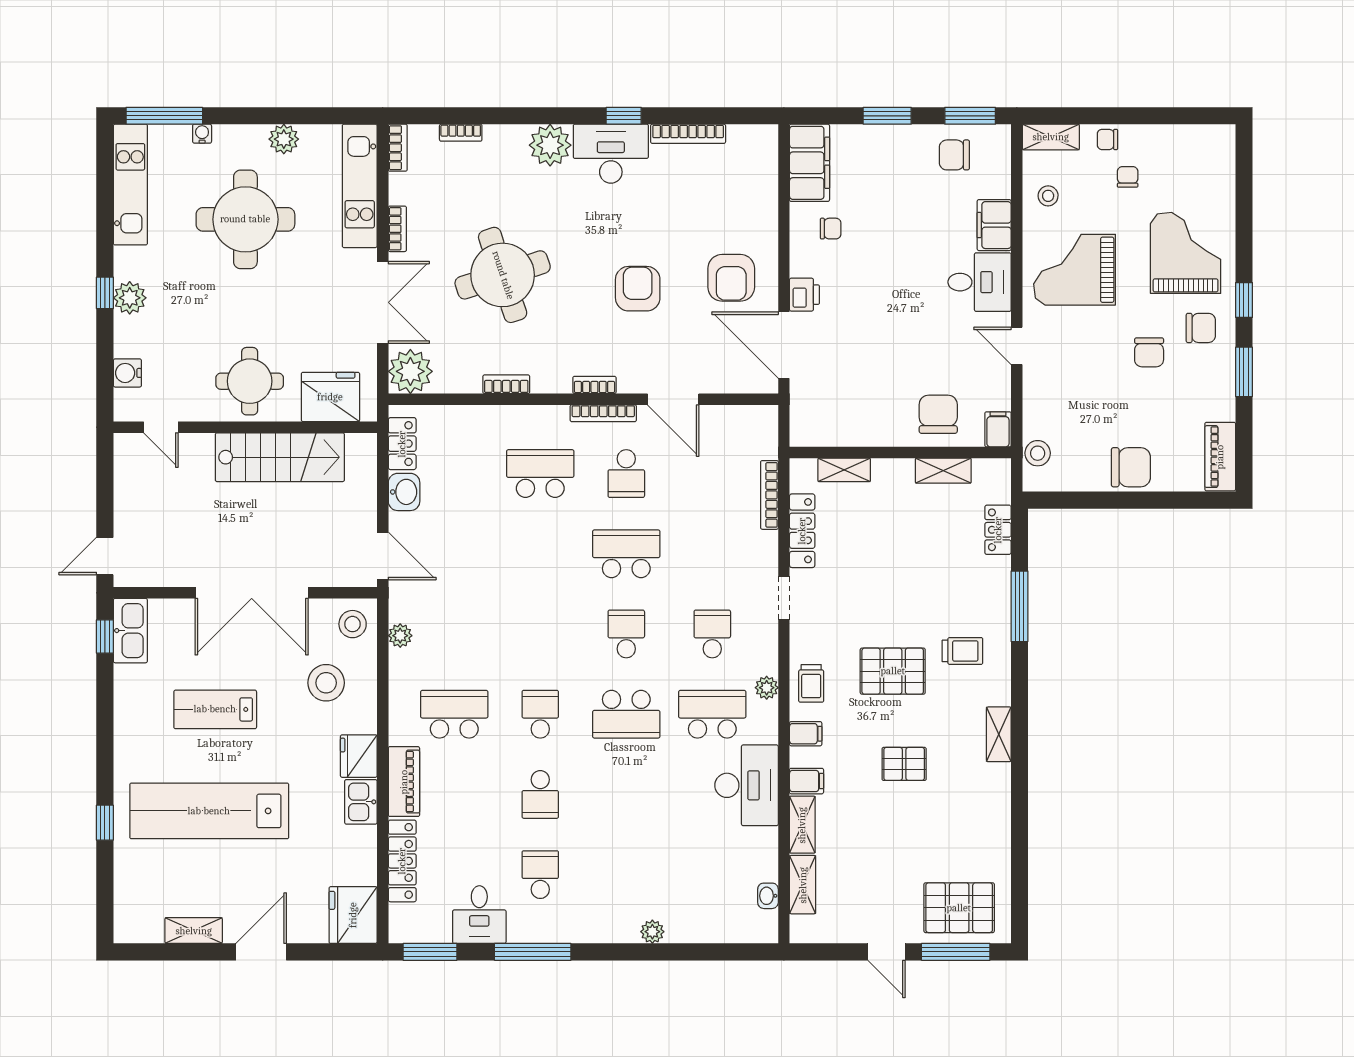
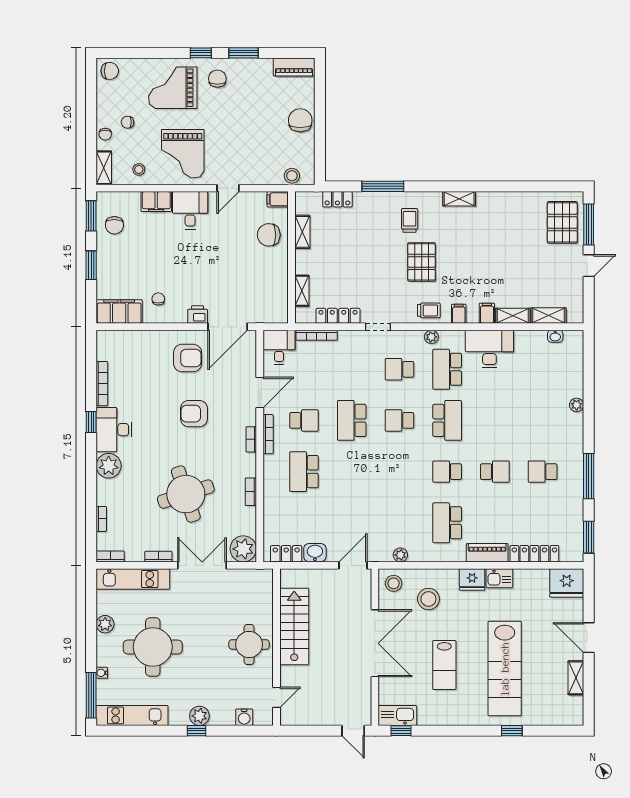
chair: (1149, 352) -> (110, 71), moved
fridge: (330, 397) -> (258, 596), removed
pallet: (904, 764) -> (477, 255), removed
desk: (479, 915) -> (279, 347), moved, turned -90

